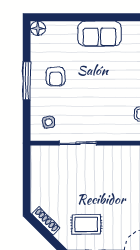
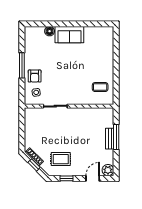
floor lamp: (38, 28) -> (50, 31), moved
armchair: (56, 77) -> (35, 76), moved
window: (45, 233) -> (34, 165), added

